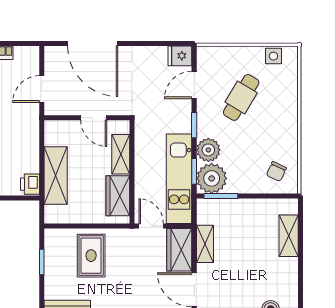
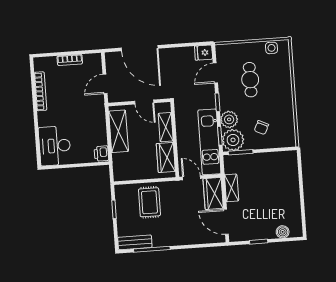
cafe table: (241, 97) -> (250, 80), turned -31
chair: (276, 171) -> (261, 128), moved
shelving: (56, 175) -> (119, 131), moved
shelving: (289, 236) -> (292, 178), removed

